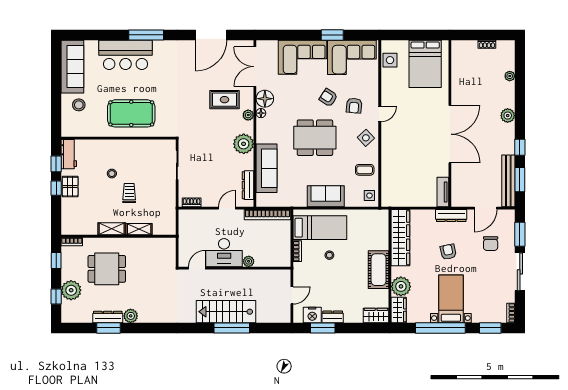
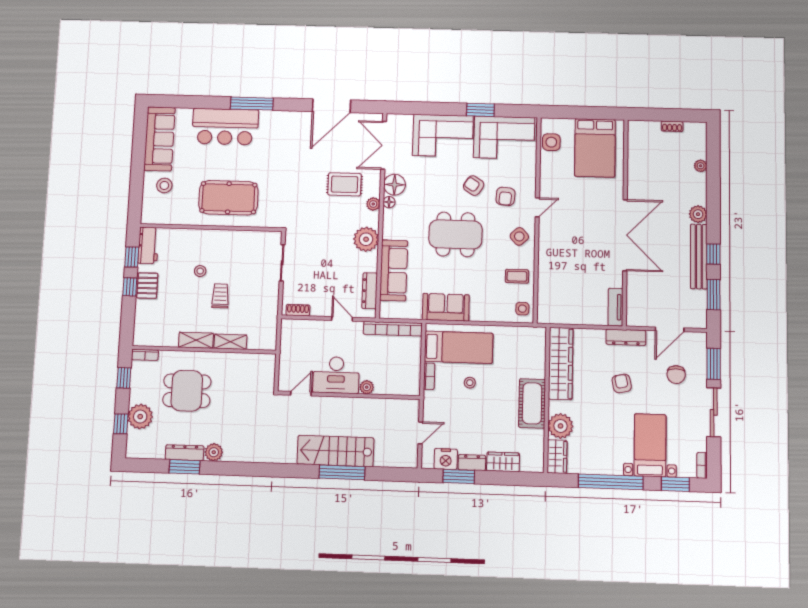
bench: (508, 181) -> (699, 256), moved
sofa: (326, 196) -> (446, 307), moved
door: (227, 208) -> (342, 319), hinge flipped
bed with nightstands: (451, 299) -> (650, 445), moved
wardrobe: (376, 316) -> (503, 462), moved

